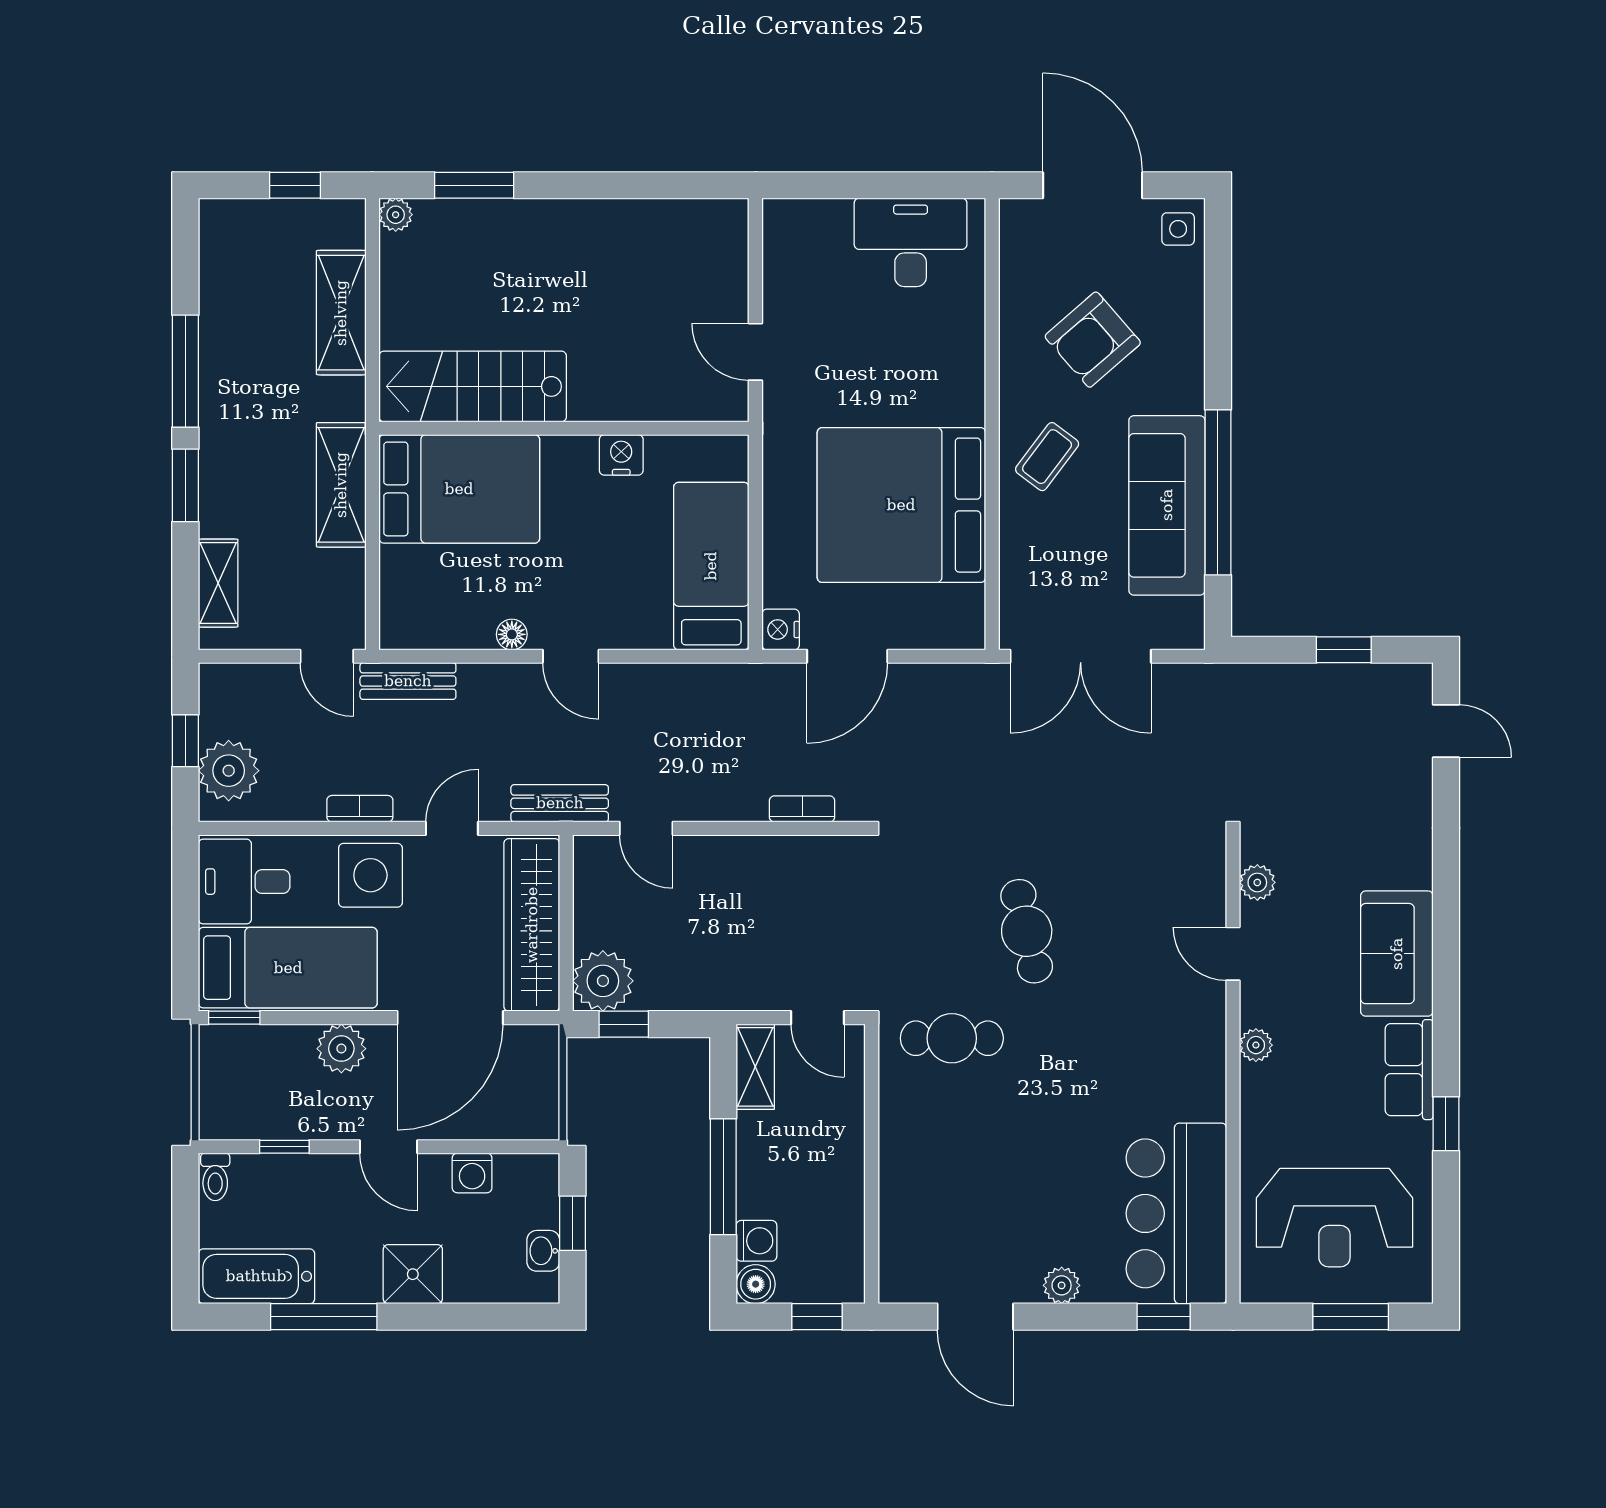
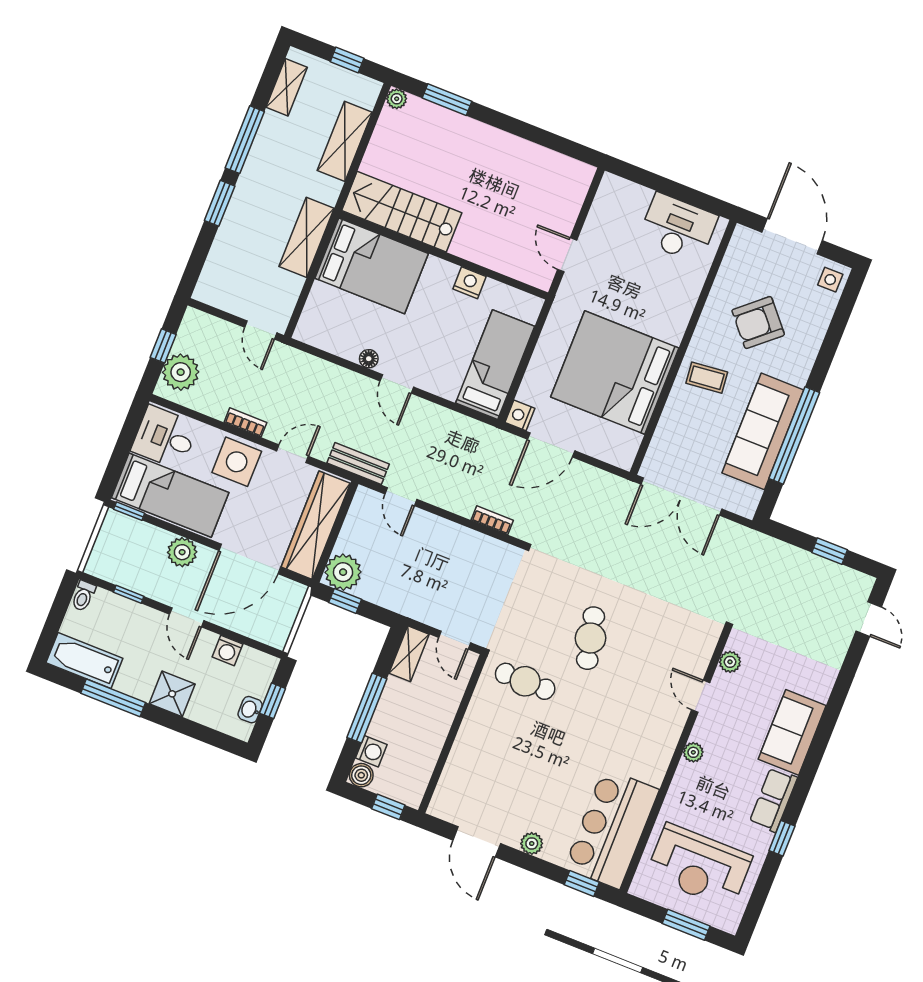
coffee table: (1047, 457) -> (707, 378), turned 47
shelving: (218, 583) -> (287, 87), moved
bench: (408, 681) -> (300, 362), removed

